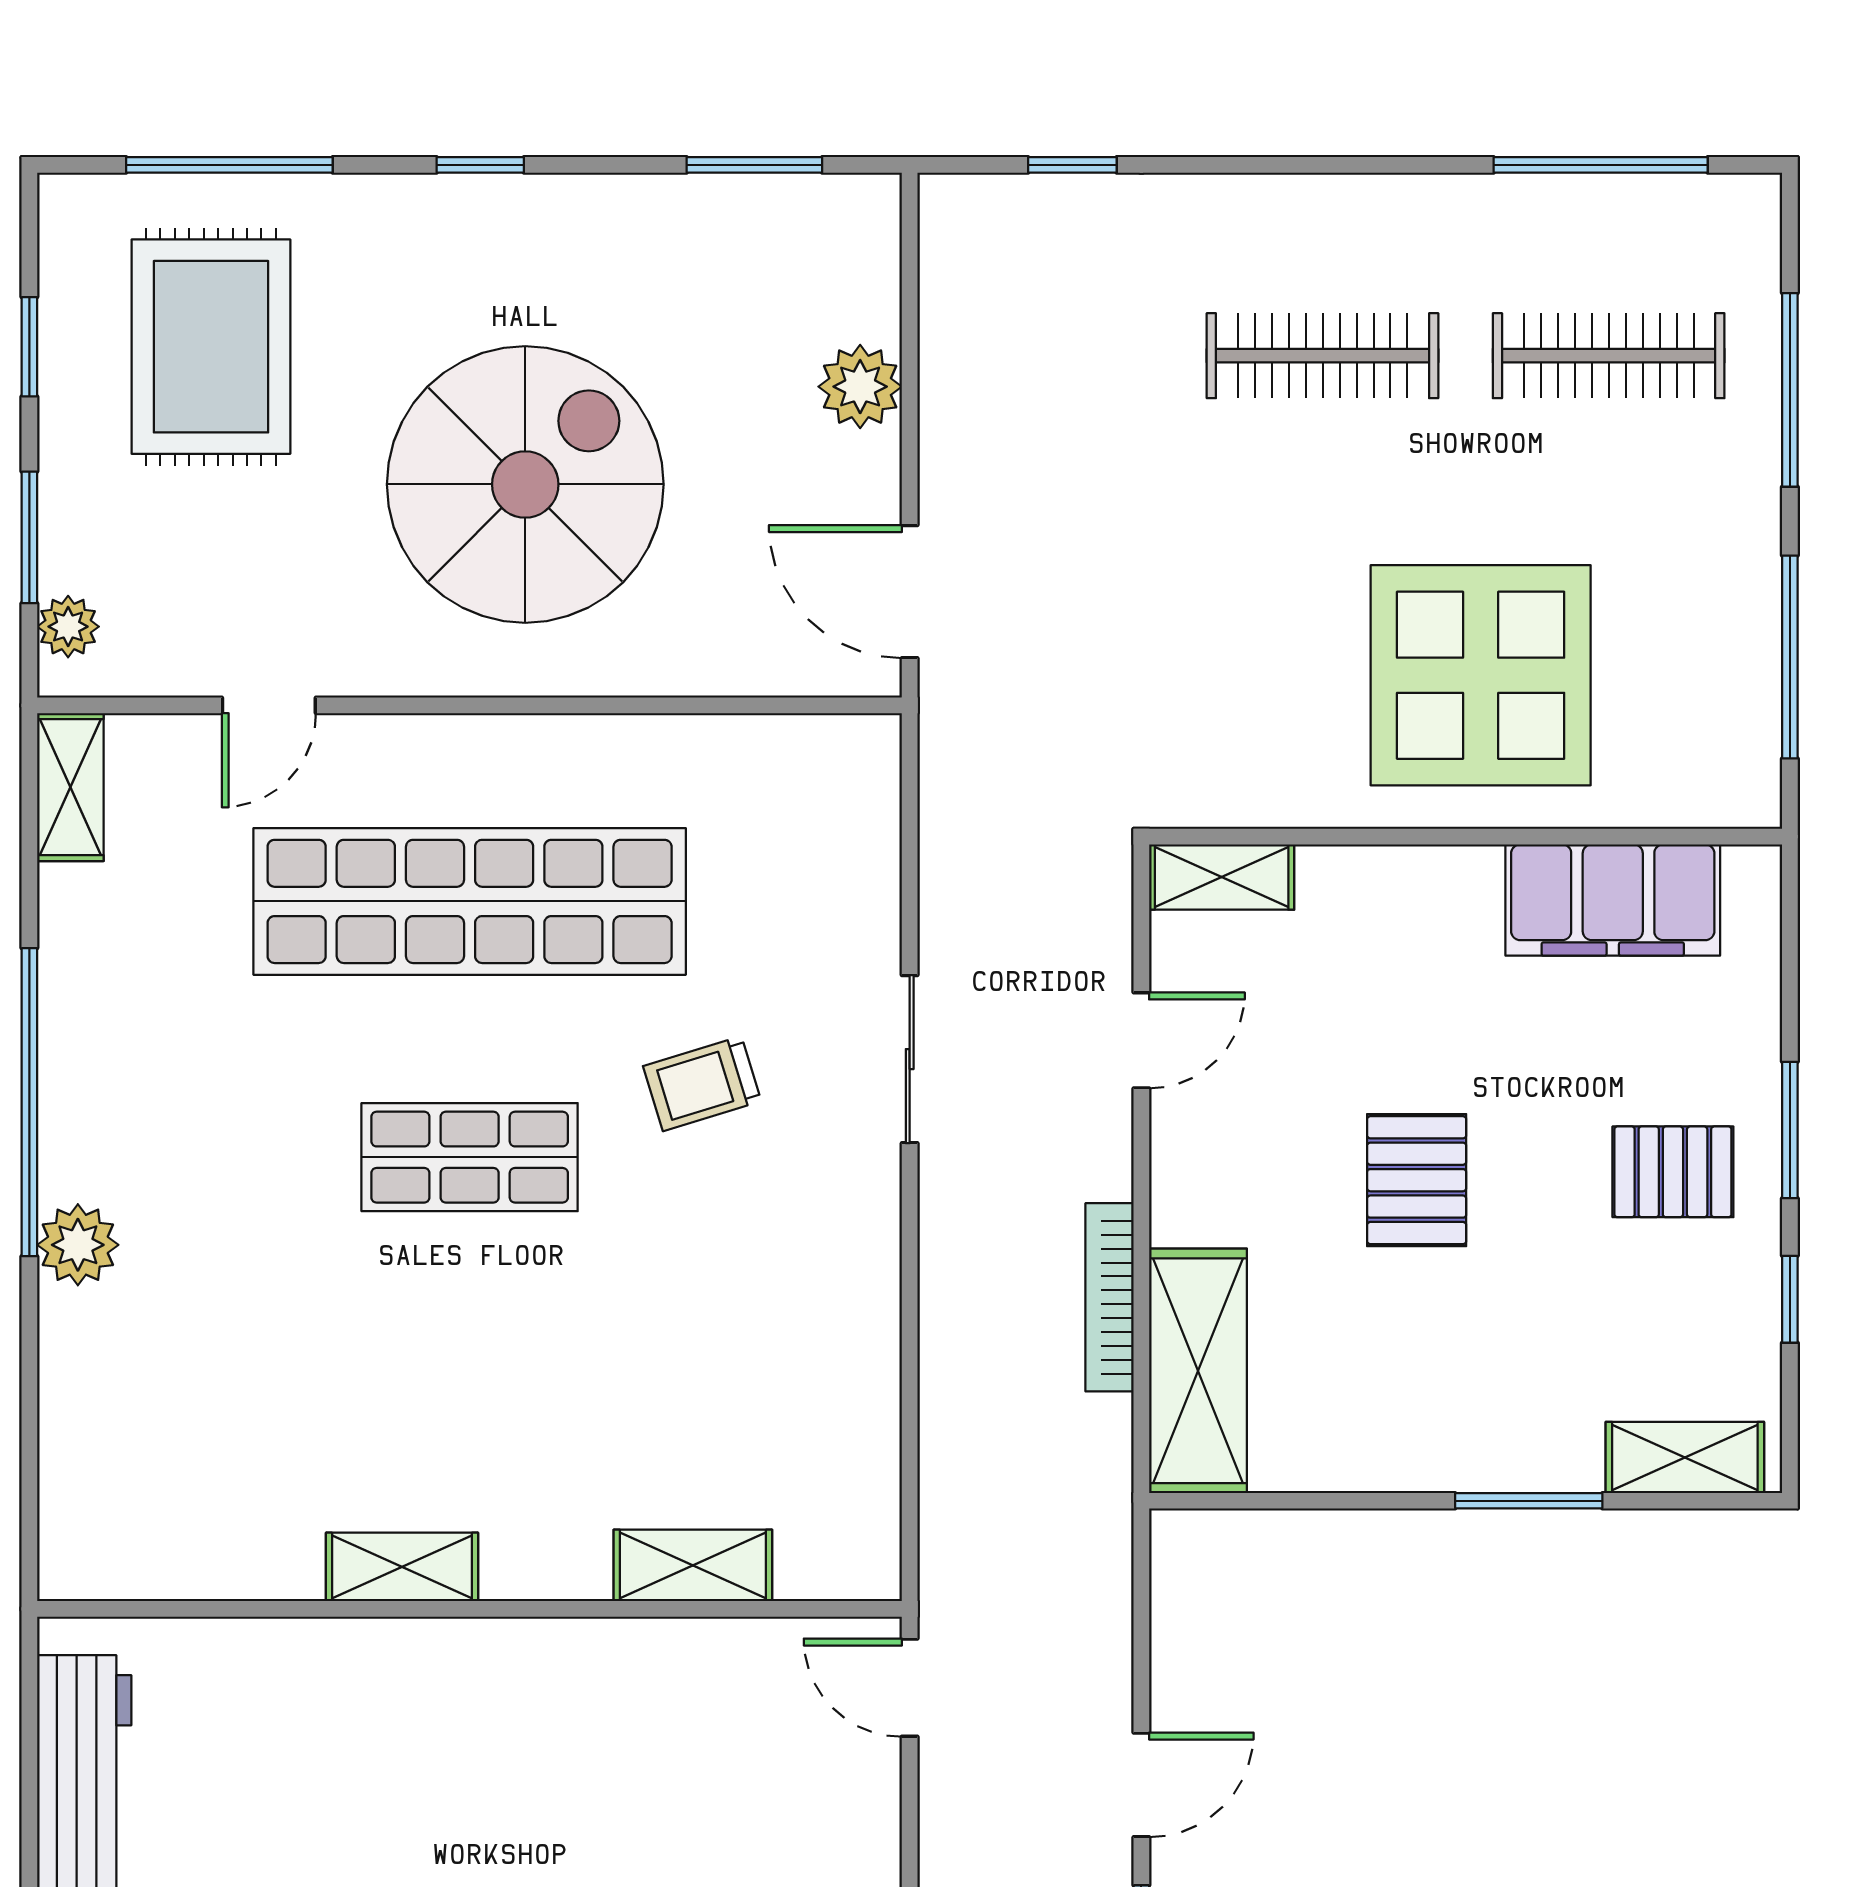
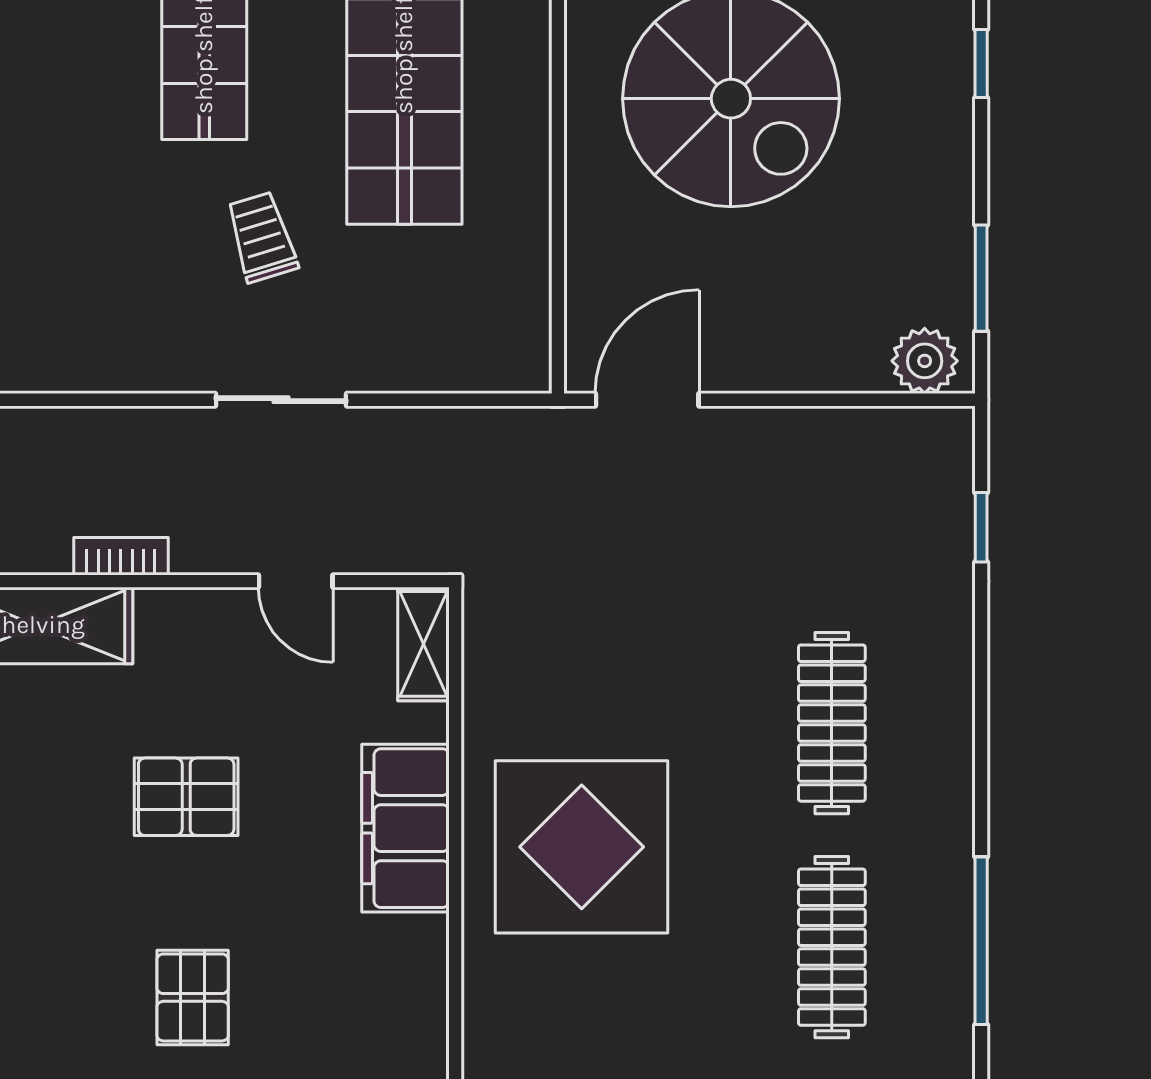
plant: (860, 387) -> (925, 361), moved
filing cabinet: (1613, 900) -> (405, 828), moved
bookcase: (1110, 1297) -> (121, 556), width x0.64

